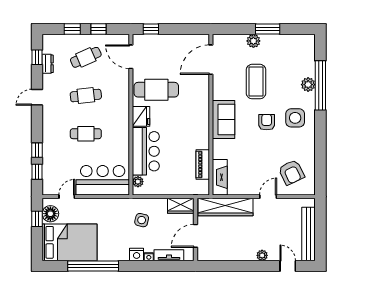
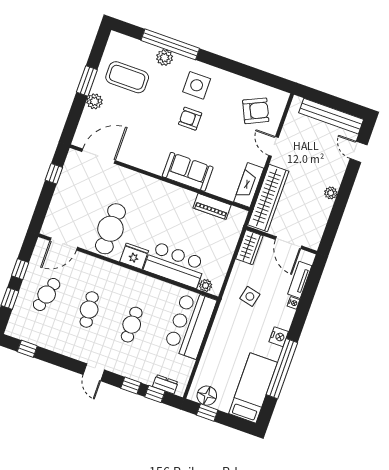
window: (151, 29) -> (54, 174), moved
cafe table: (86, 57) -> (47, 294), turned 39
door: (211, 60) -> (99, 156), swing flipped
dresser: (48, 64) -> (165, 384), moved
coffee table: (256, 82) -> (127, 77), moved
door: (37, 97) -> (94, 372), moved
sofa: (224, 119) -> (188, 172), moved
fireplace: (220, 177) -> (249, 185), moved, turned -90
door: (67, 197) -> (194, 370), removed
bed: (70, 242) -> (253, 388), width x0.67
nightstand: (137, 254) -> (279, 337), moved
plant: (262, 255) -> (331, 193), moved
door: (288, 266) -> (359, 152), hinge flipped

